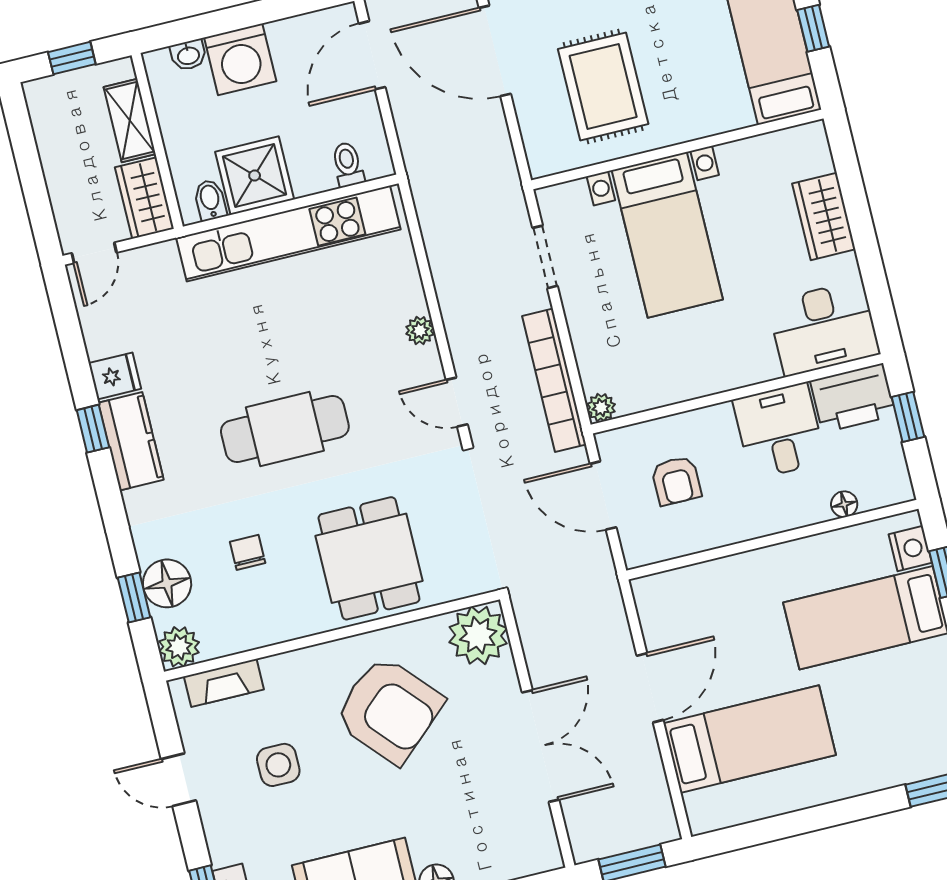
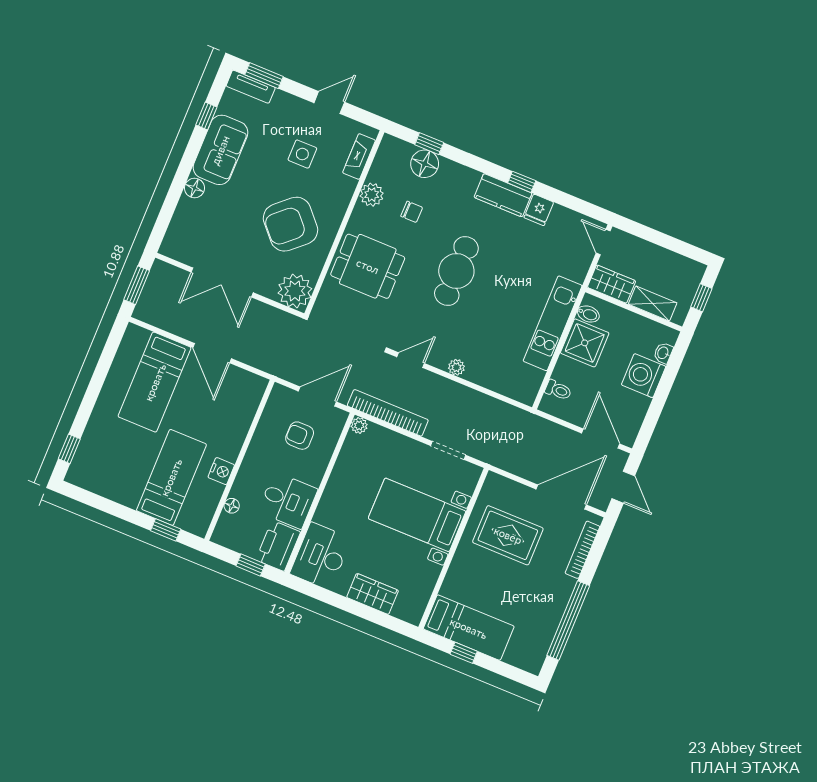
kitchen unit: (288, 234) -> (553, 323), width x0.73
nightstand: (910, 549) -> (221, 471), moved, turned -90
plant: (179, 647) -> (372, 195), moved

